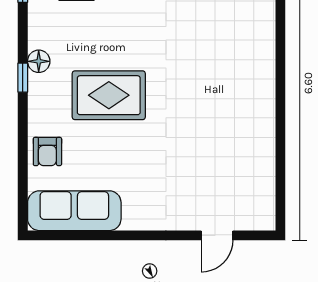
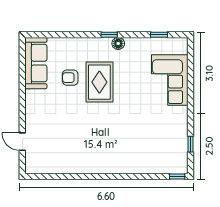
armchair: (47, 151) -> (70, 78), moved

